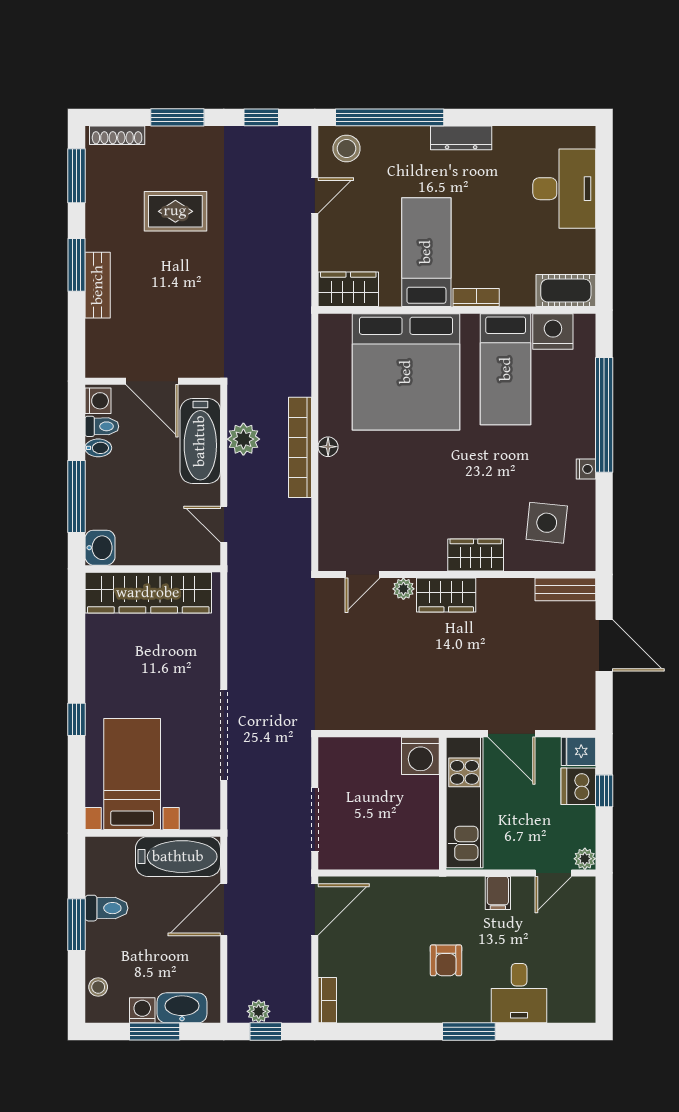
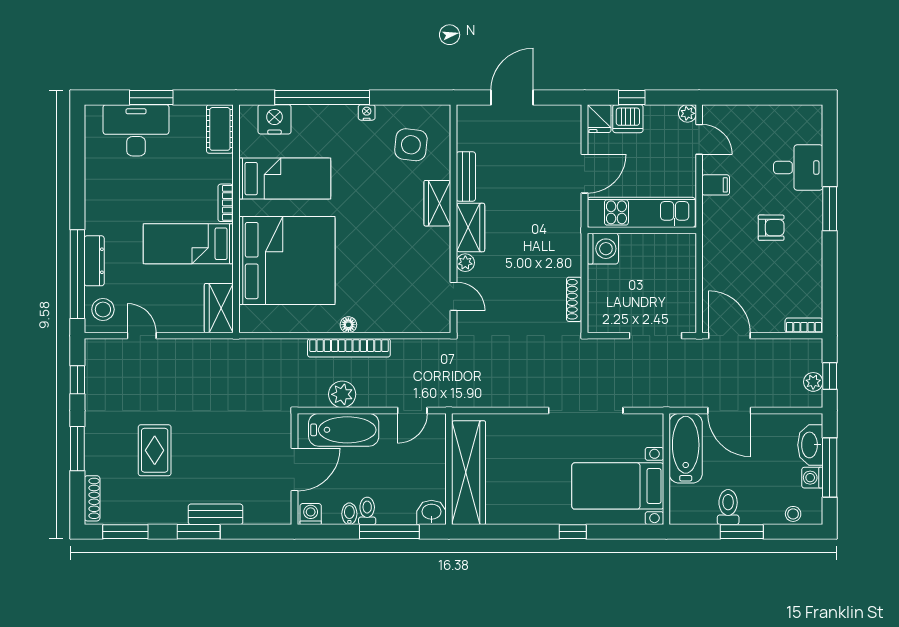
dresser: (461, 138) -> (94, 261), moved
window: (604, 207) -> (151, 98), added
nightstand: (553, 331) -> (274, 119), moved, turned 90
toilet: (102, 426) -> (367, 511), moved
bench: (565, 589) -> (466, 176), moved
shoe rack: (359, 721) -> (574, 299), added
window: (155, 1032) -> (830, 467), width x1.44

